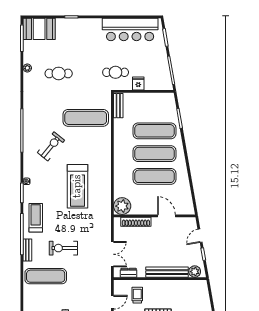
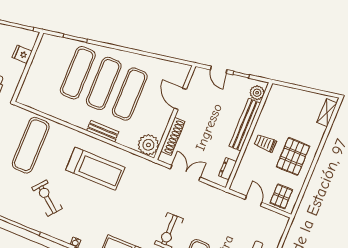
fridge: (138, 84) -> (22, 54), moved
bench: (118, 106) -> (103, 131), moved
treadmill: (77, 186) -> (95, 169), moved
door: (166, 216) -> (180, 99), hinge flipped
double door: (112, 254) -> (185, 173), moved
trolley: (137, 295) -> (265, 143), moved

